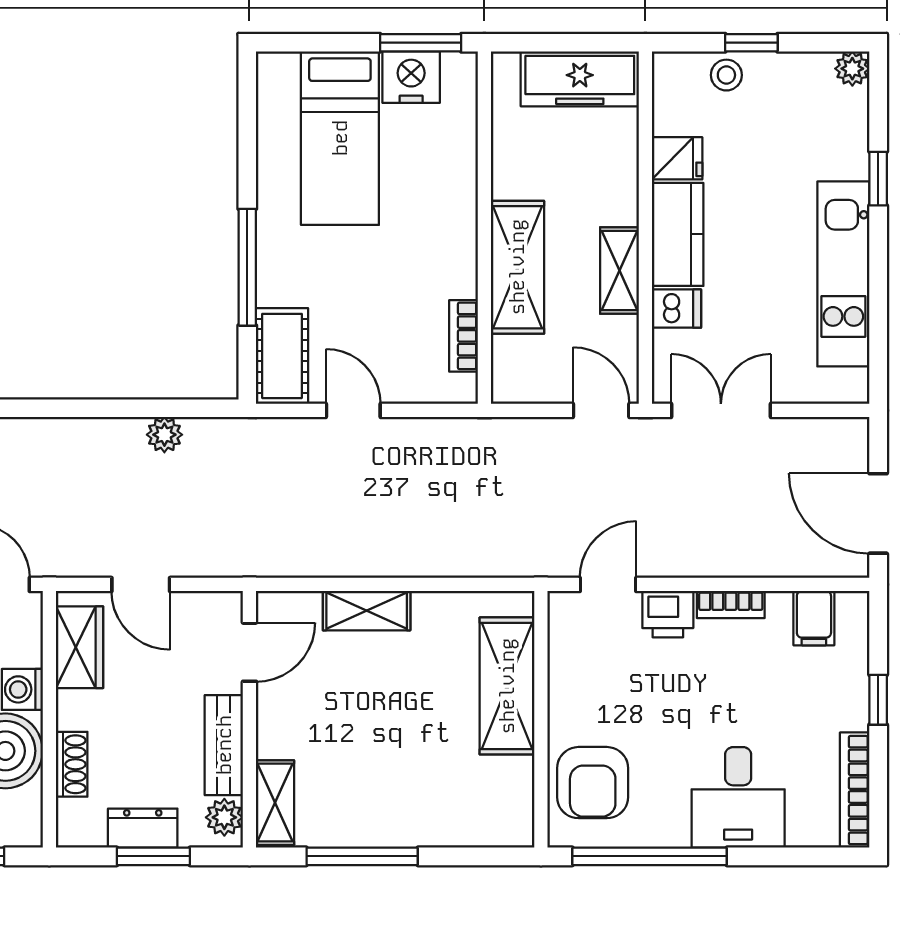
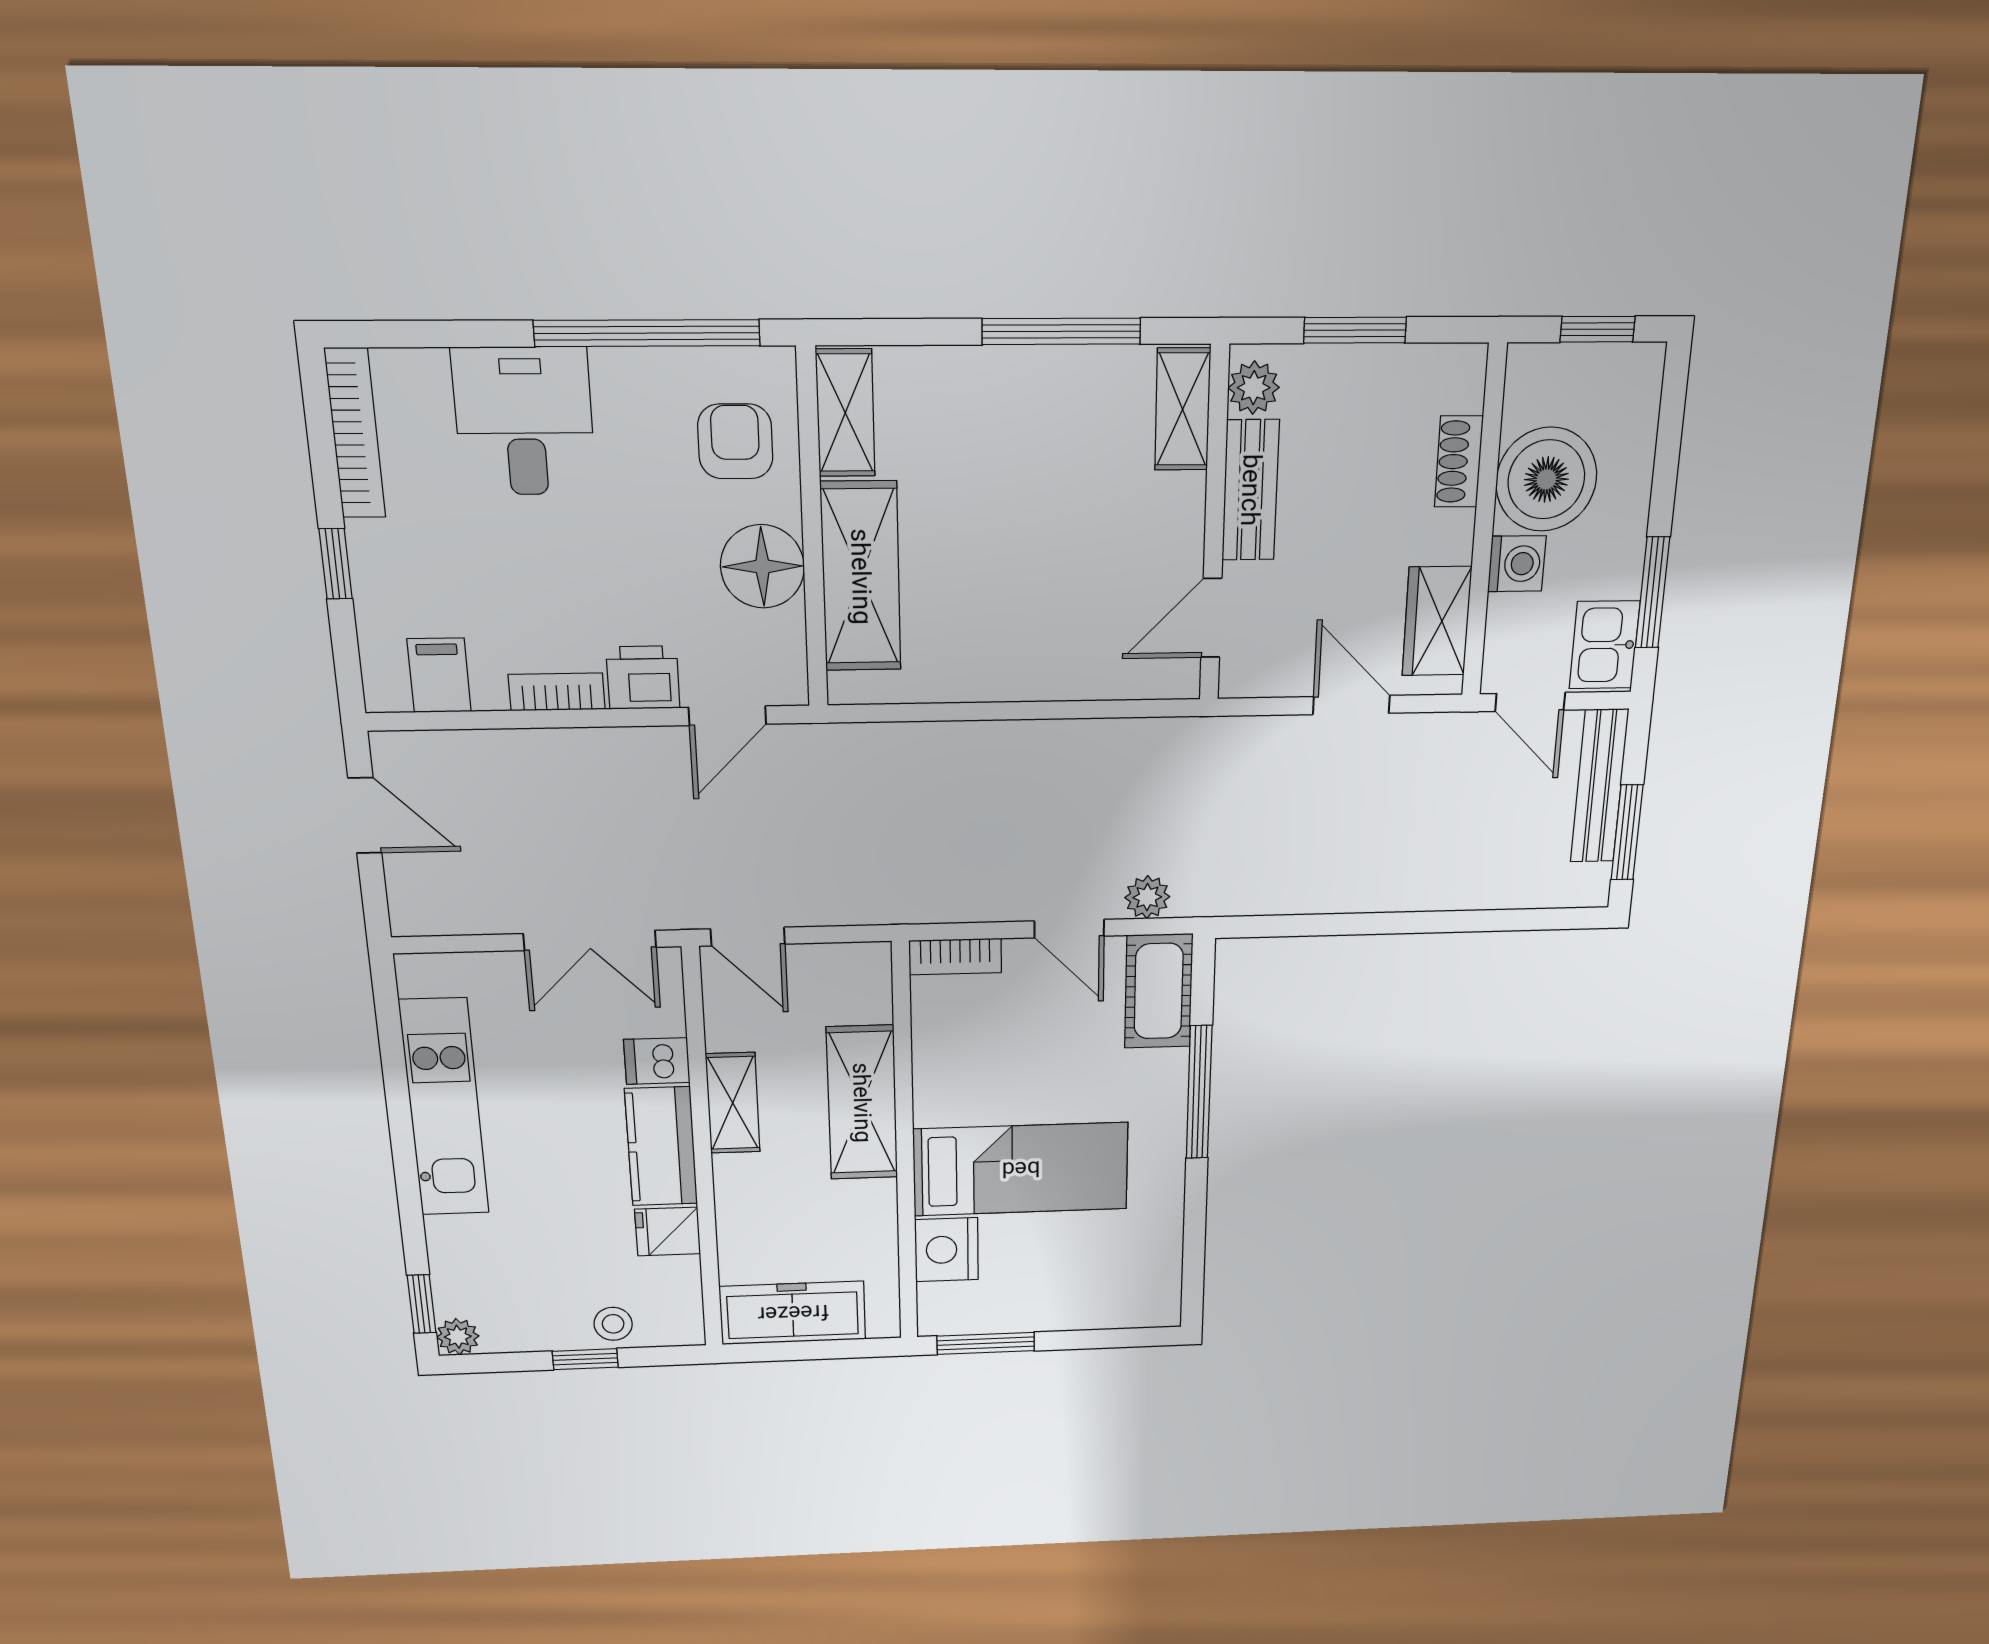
nightstand: (411, 77) -> (947, 1250), moved, turned 90
bed: (340, 138) -> (1021, 1169), moved, turned 90
window: (878, 179) -> (422, 1304), moved
bookcase: (464, 336) -> (955, 957), moved, turned 90
plant: (164, 435) -> (1147, 897), moved
door: (878, 513) -> (365, 815), width x0.73
shelving: (367, 611) -> (845, 413), moved, turned 90
floor lamp: (578, 694) -> (762, 566), added
armchair: (593, 783) -> (735, 441), width x0.72, depth x0.72
dresser: (143, 828) -> (1367, 371), removed

